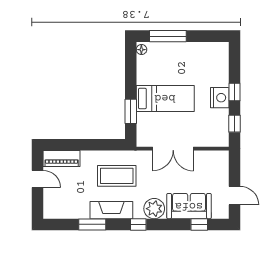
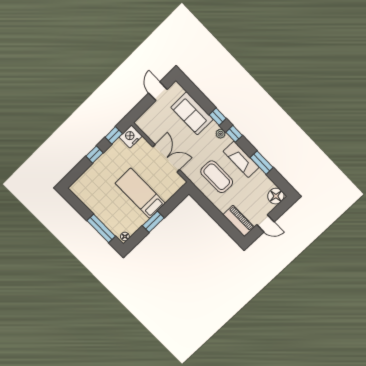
nightstand: (220, 98) -> (131, 137), moved
window: (131, 111) -> (153, 222), moved
door: (38, 179) -> (266, 223), swing flipped
plant: (154, 209) -> (220, 134), width x0.53, depth x0.53
floor lamp: (53, 210) -> (276, 196), added
window: (199, 224) -> (218, 117), moved

